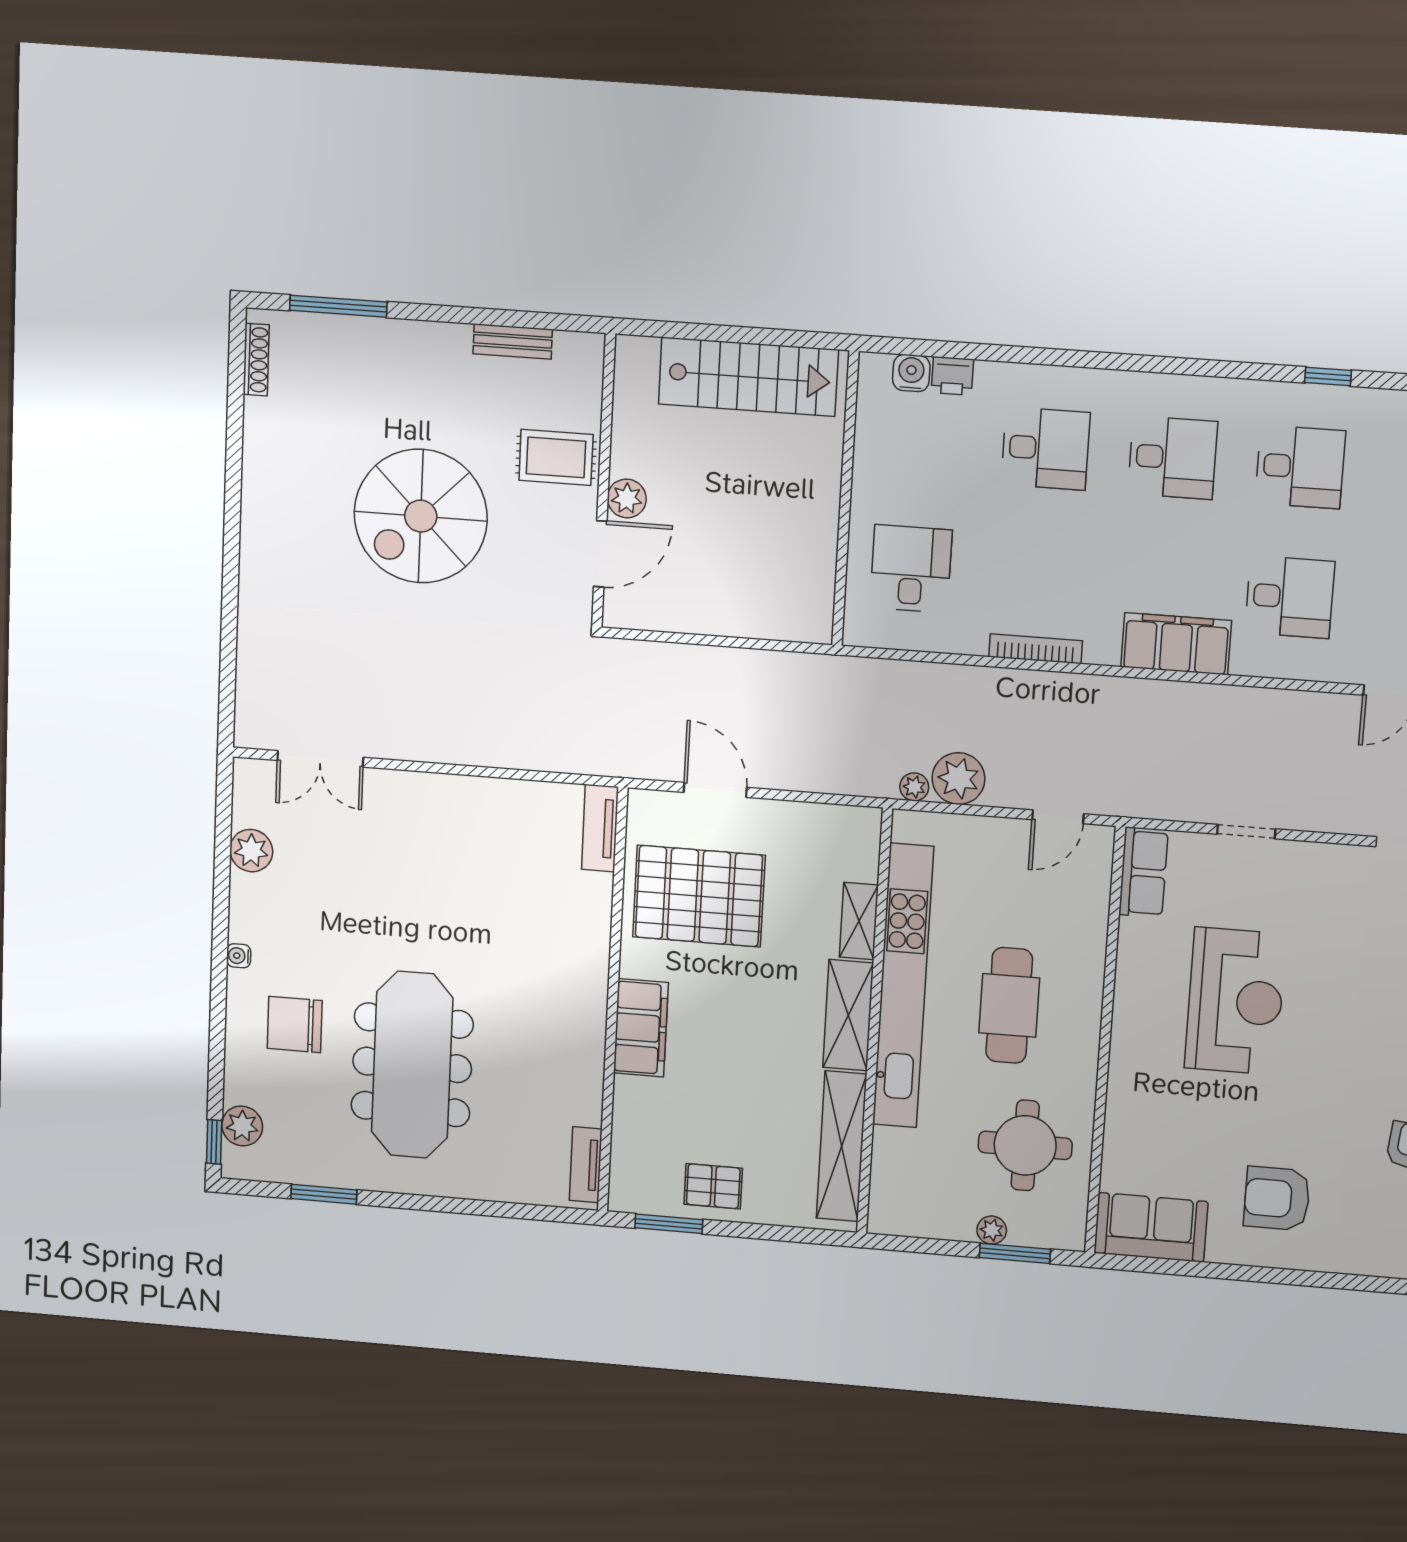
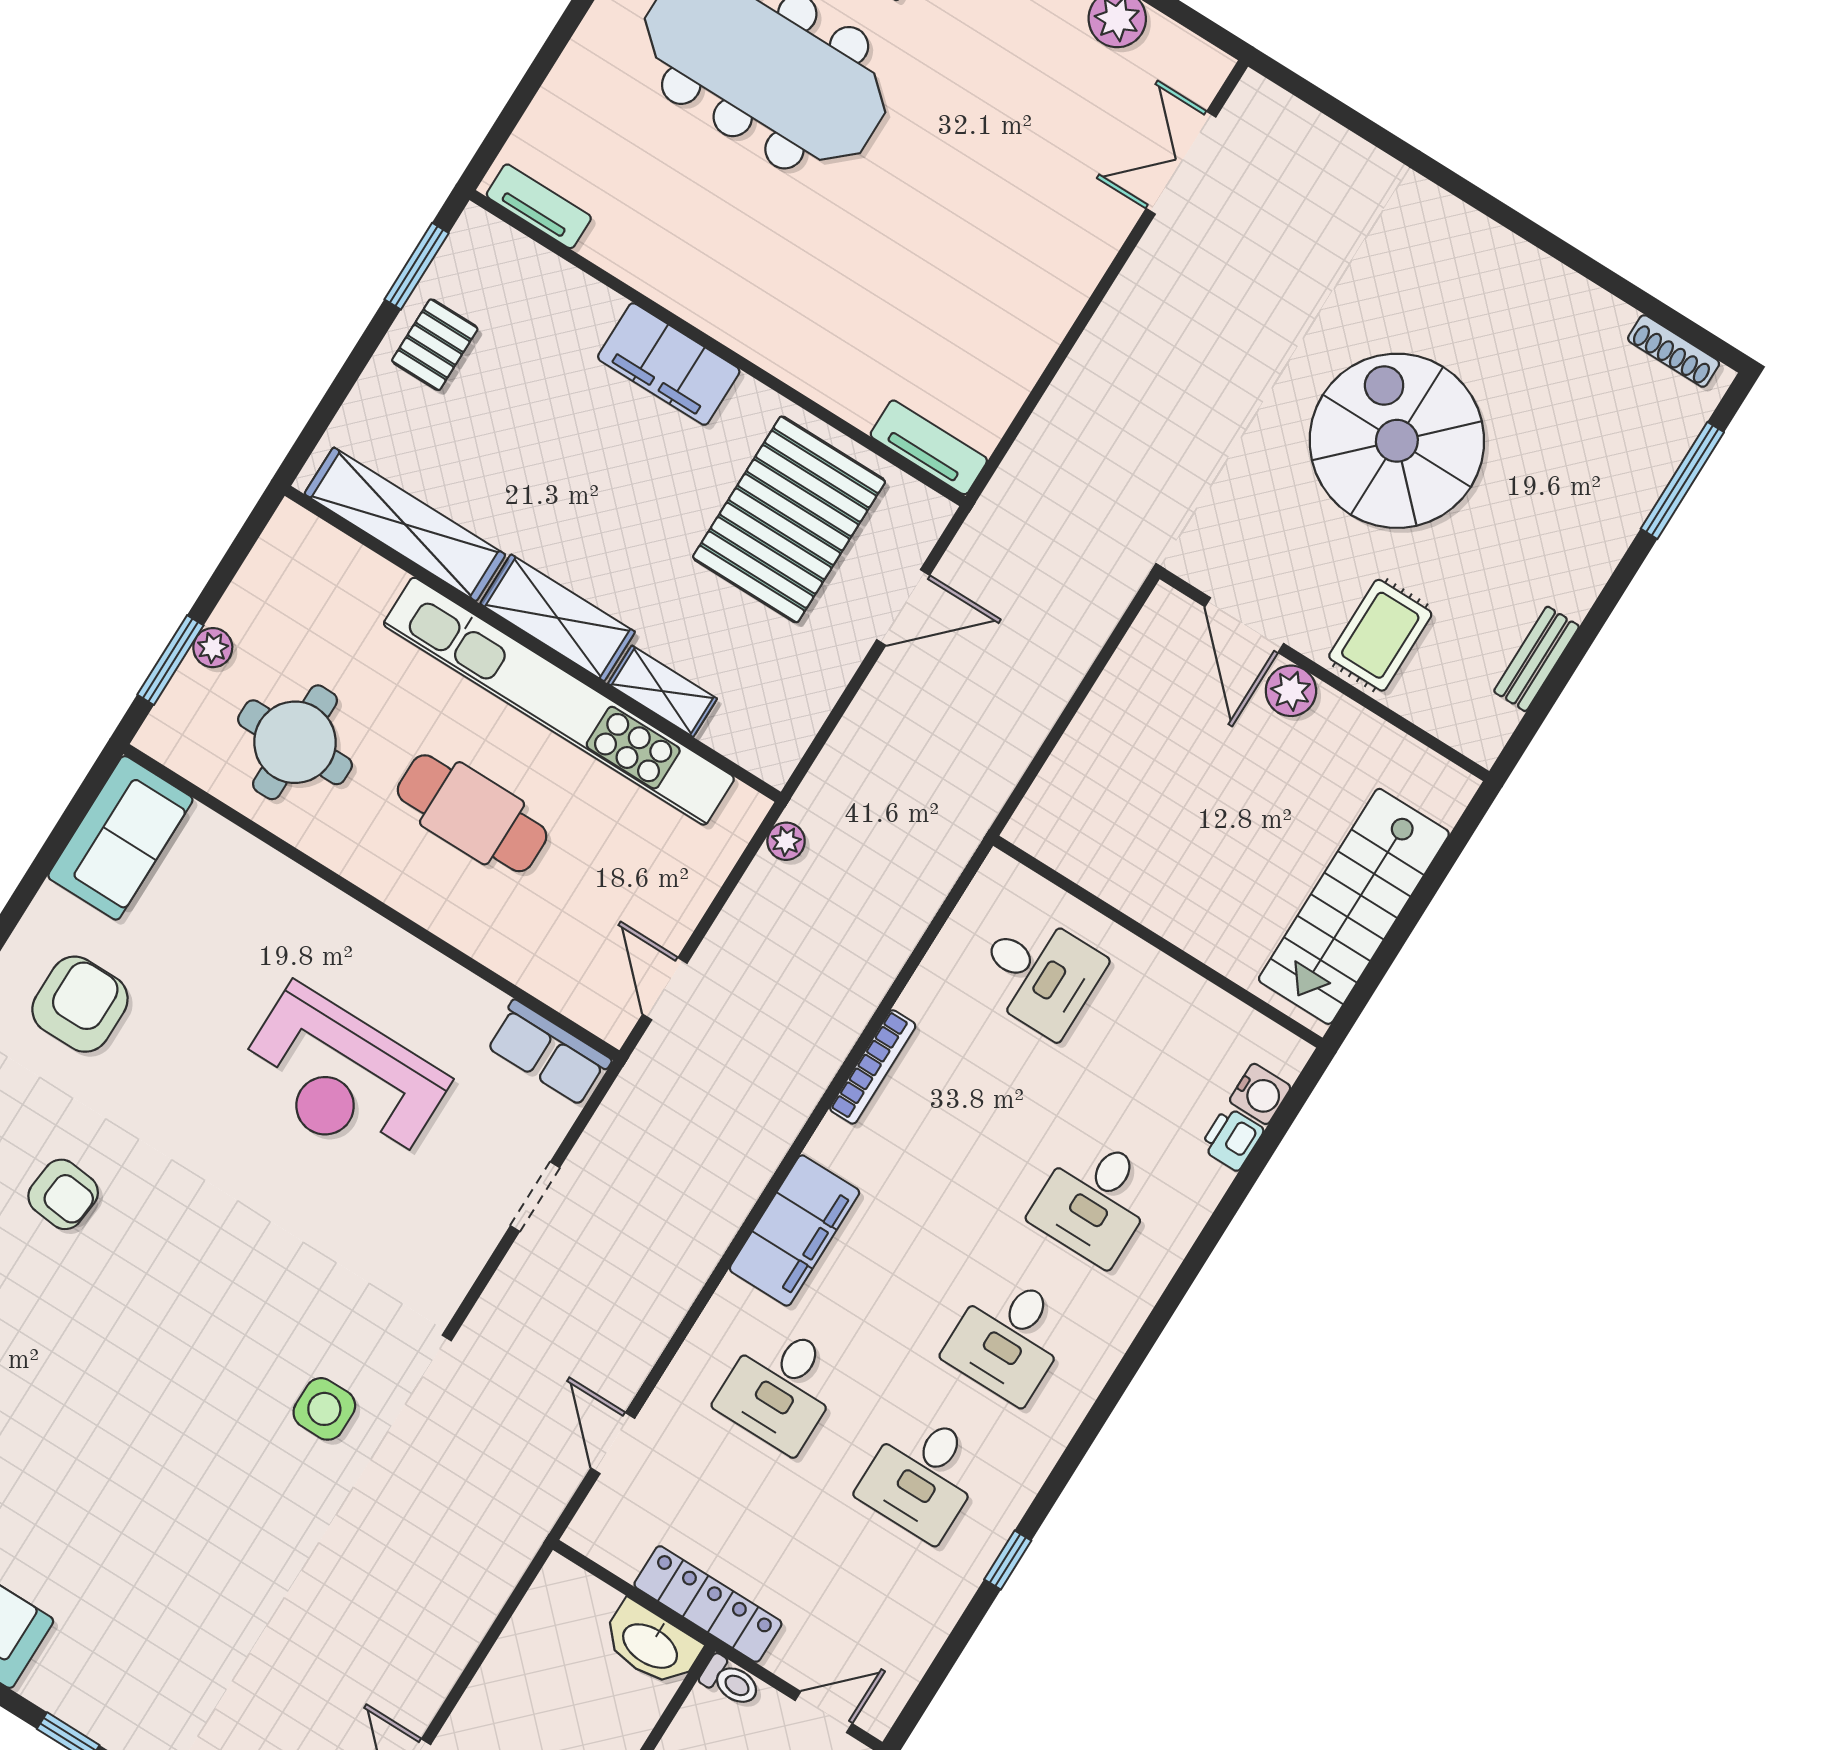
plant: (958, 779) -> (769, 898), removed

